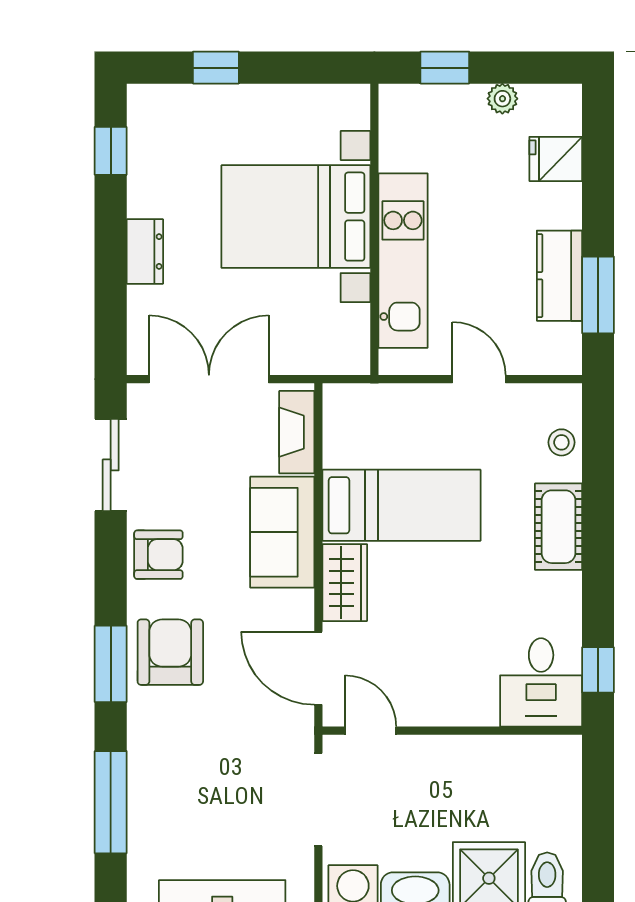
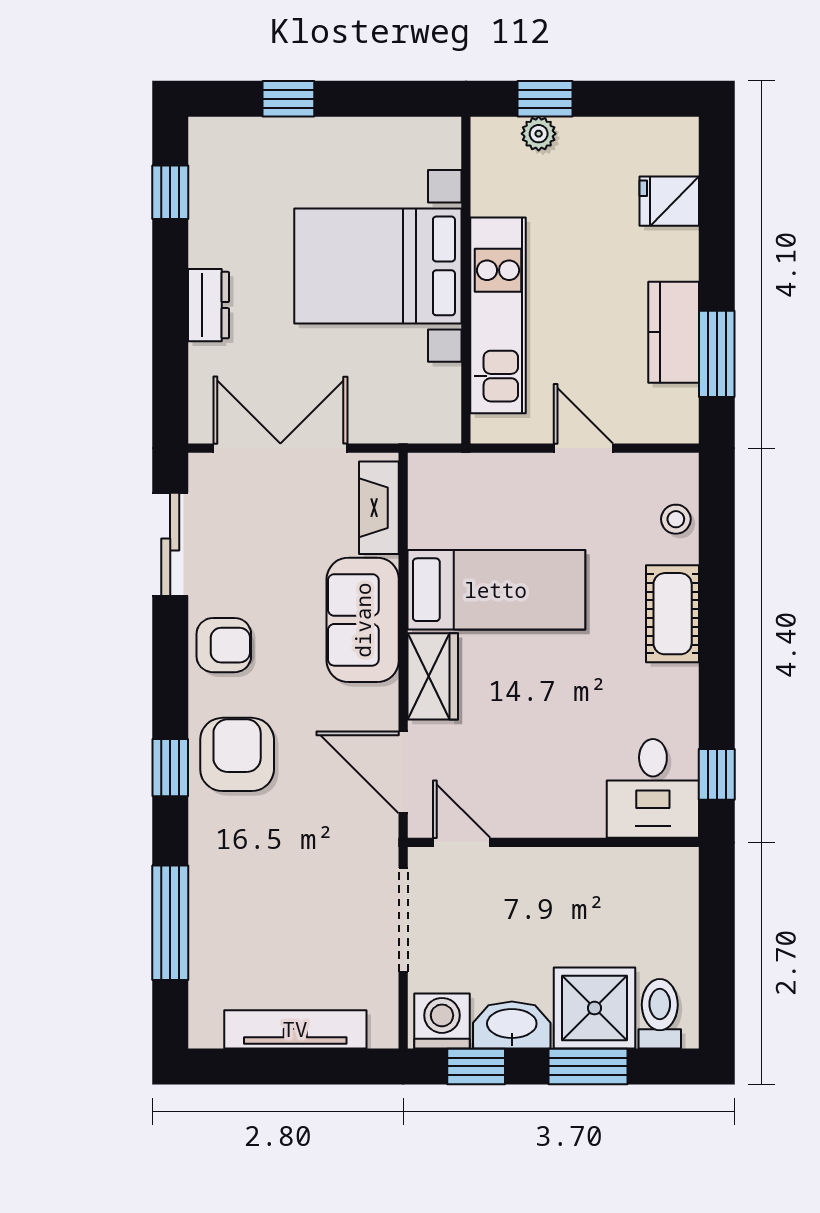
plant: (502, 99) -> (539, 134), moved
window: (111, 664) -> (170, 768), width x0.67

